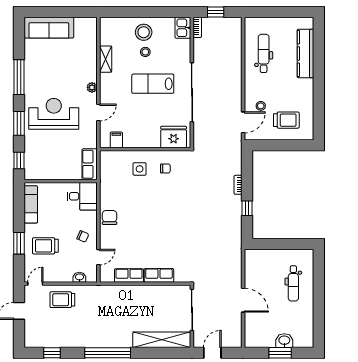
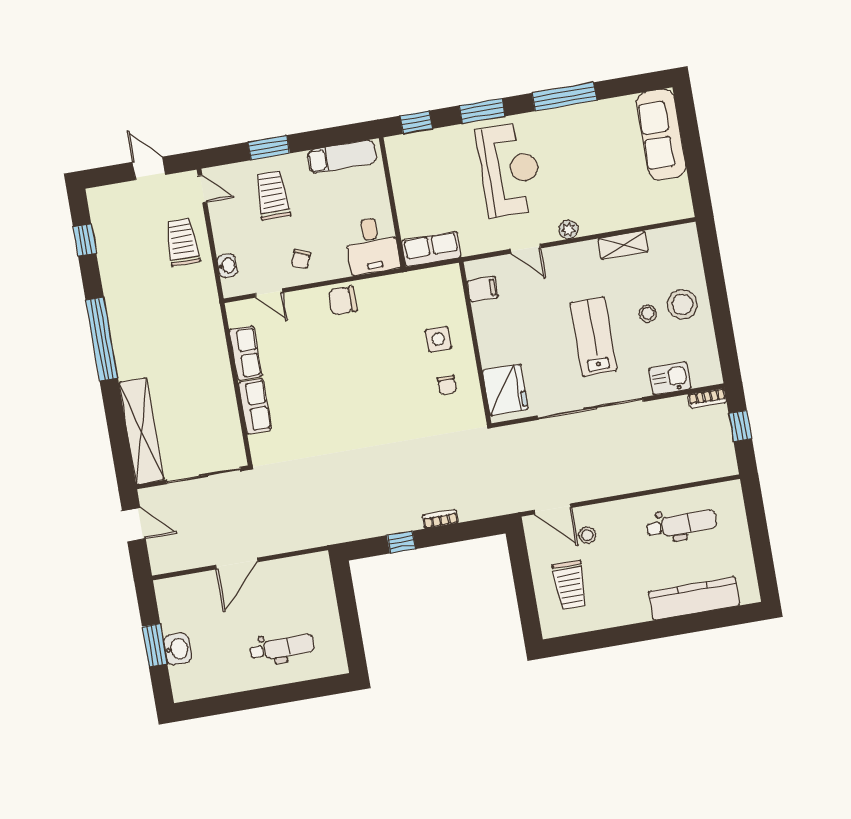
kitchen sink: (183, 28) -> (670, 378), moved
chair: (110, 217) -> (343, 301), turned 180
dental chair: (293, 283) -> (282, 648), turned 180

